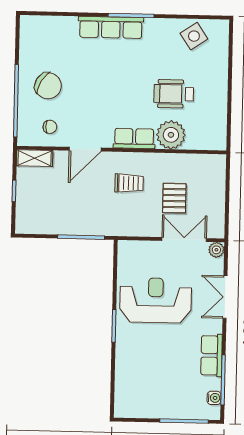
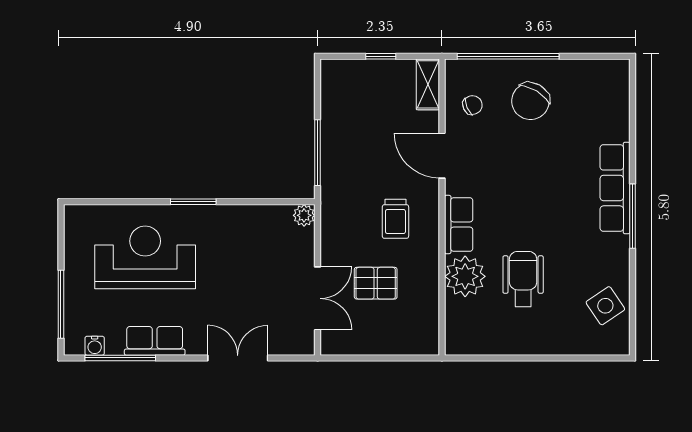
chair: (50, 127) -> (472, 105), turned -114
plant: (216, 250) -> (304, 215), moved
reception desk: (156, 300) -> (145, 257), moved, turned -90

